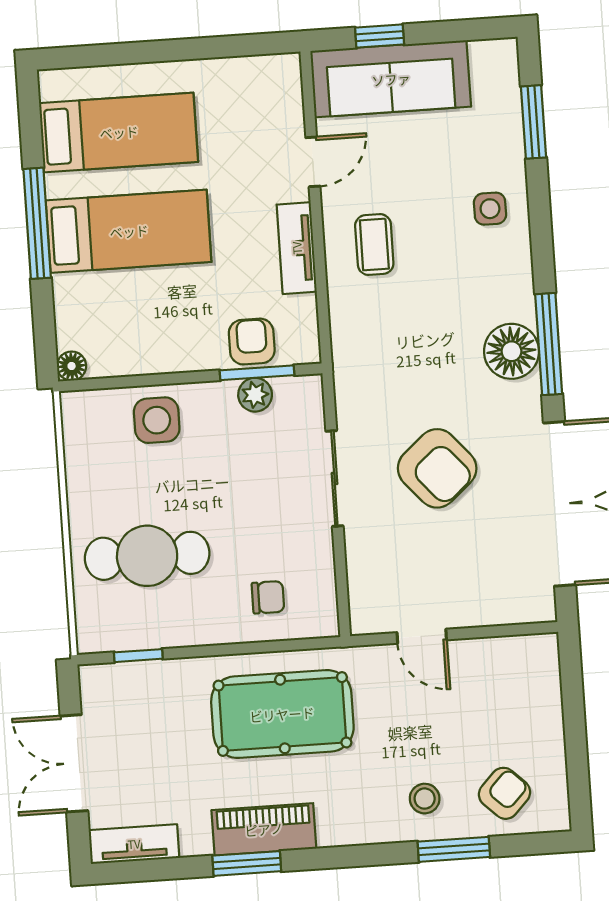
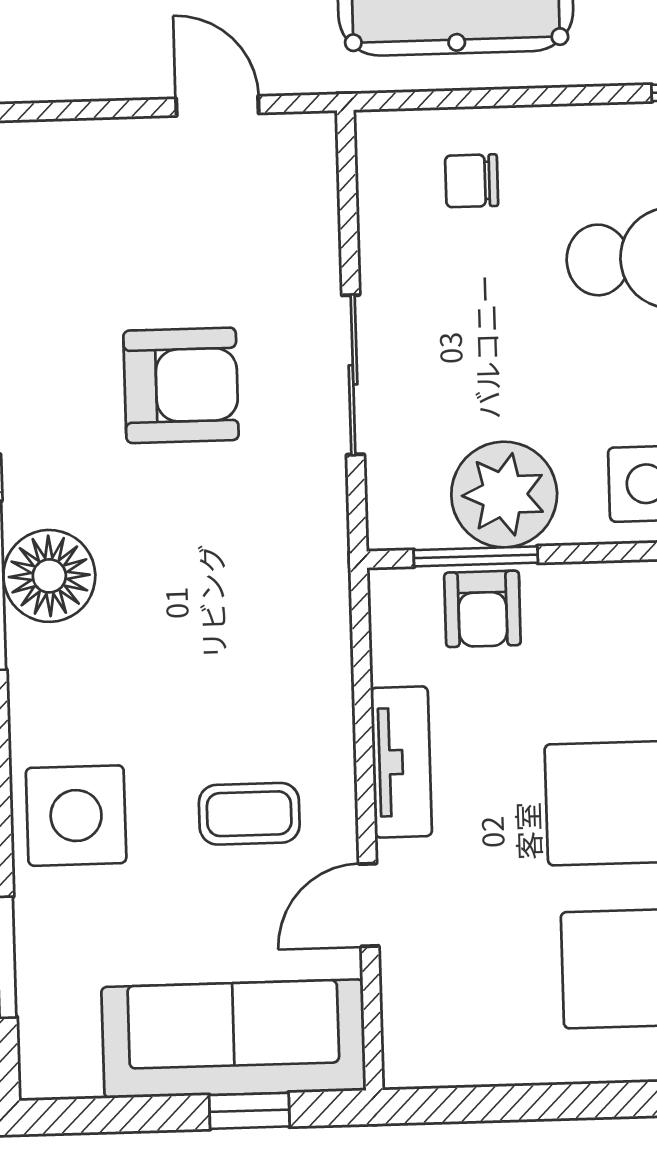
side table: (490, 209) -> (76, 816), width x1.87, depth x1.87
coffee table: (374, 245) -> (249, 814), moved, turned 90
plant: (255, 395) -> (504, 495), width x1.87, depth x1.87
armchair: (437, 468) -> (181, 385), turned 131

